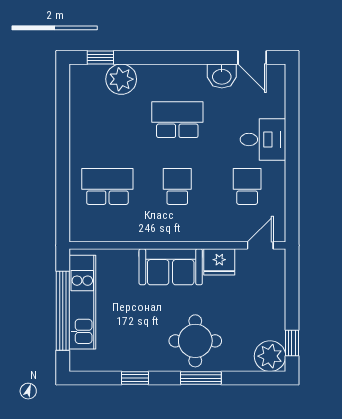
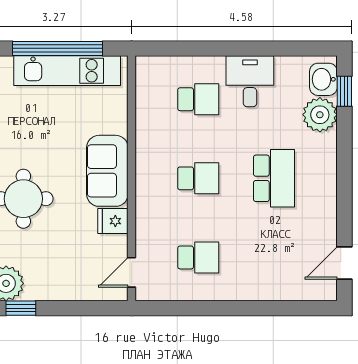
washbasin: (222, 76) -> (323, 79), moved
desk: (263, 139) -> (250, 81), moved, turned 180
school desk: (107, 186) -> (198, 99), width x0.54
door: (260, 245) -> (132, 272), swing flipped
fridge: (219, 262) -> (113, 221), width x0.72

